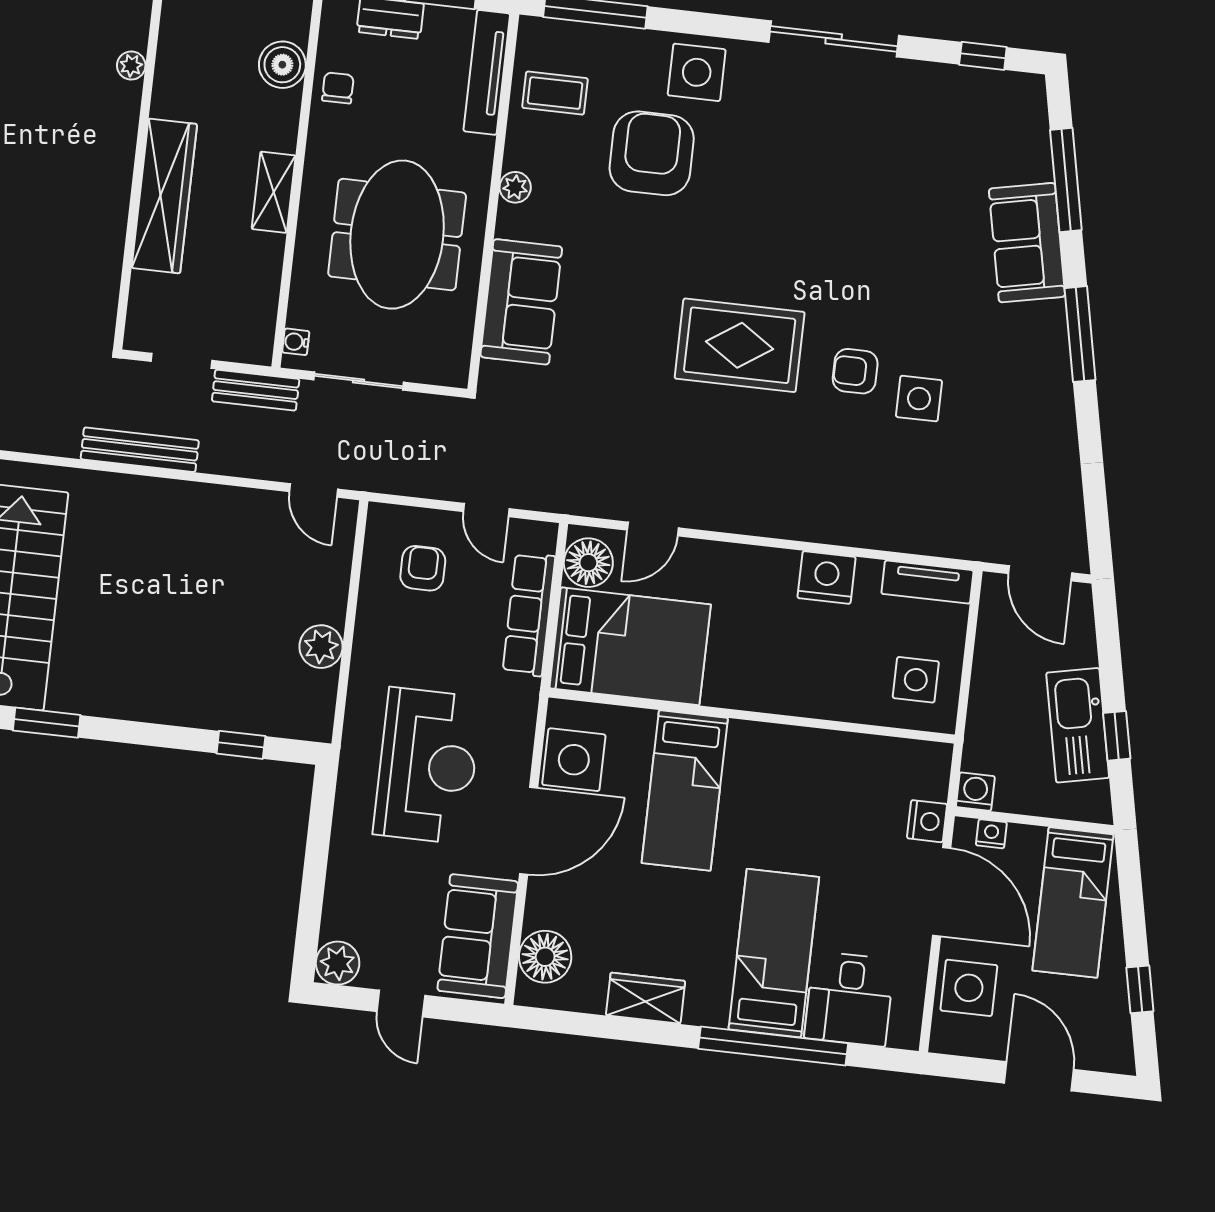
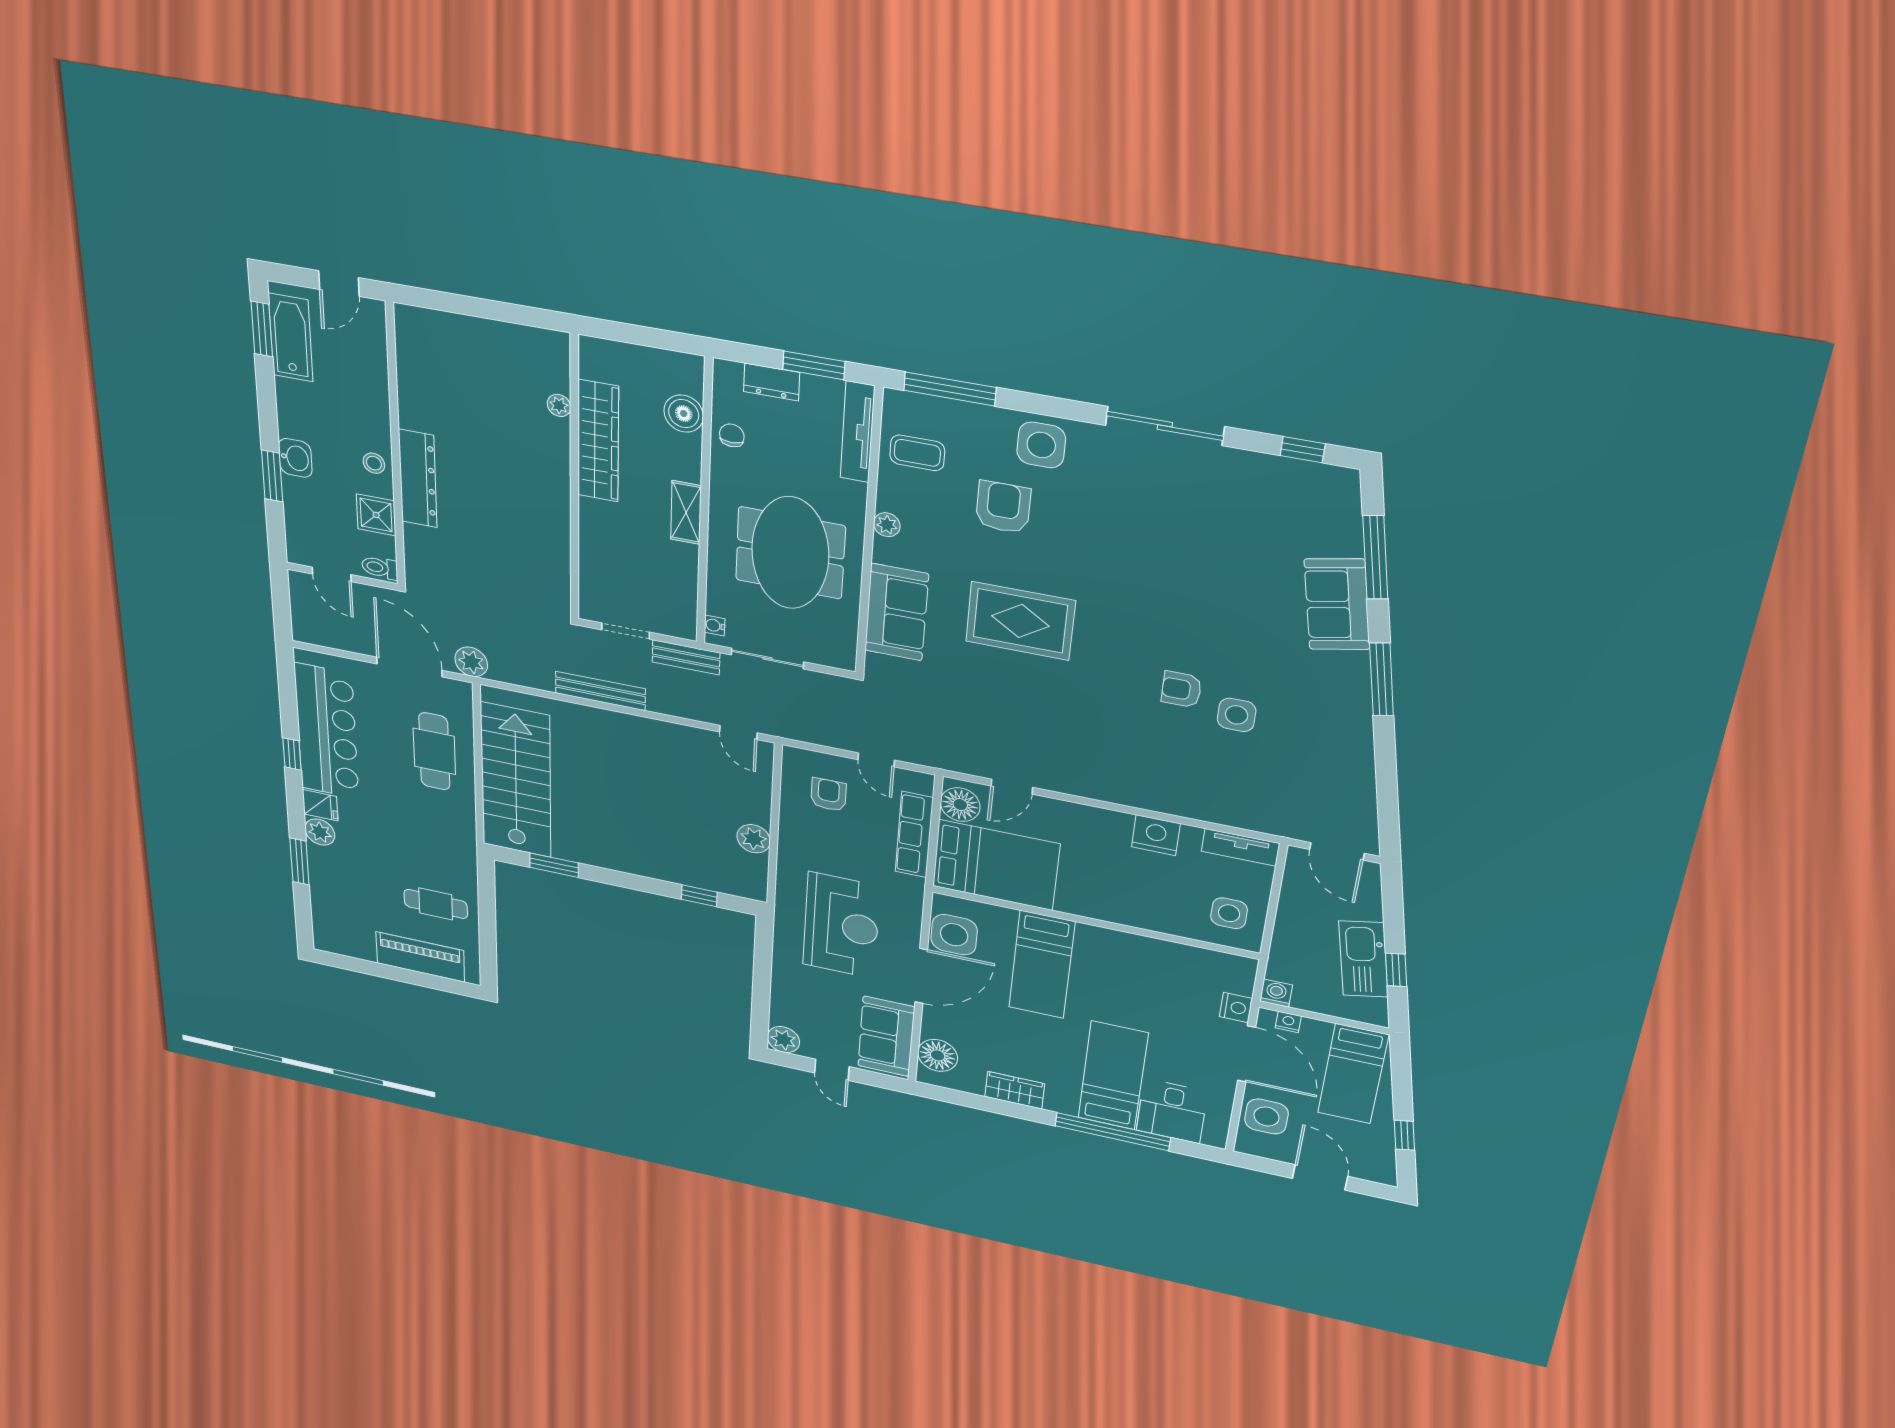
armchair: (652, 153) -> (1003, 507), width x0.73, depth x0.73
wardrobe: (164, 196) -> (598, 441), moved
rug: (740, 345) -> (1020, 621), moved

